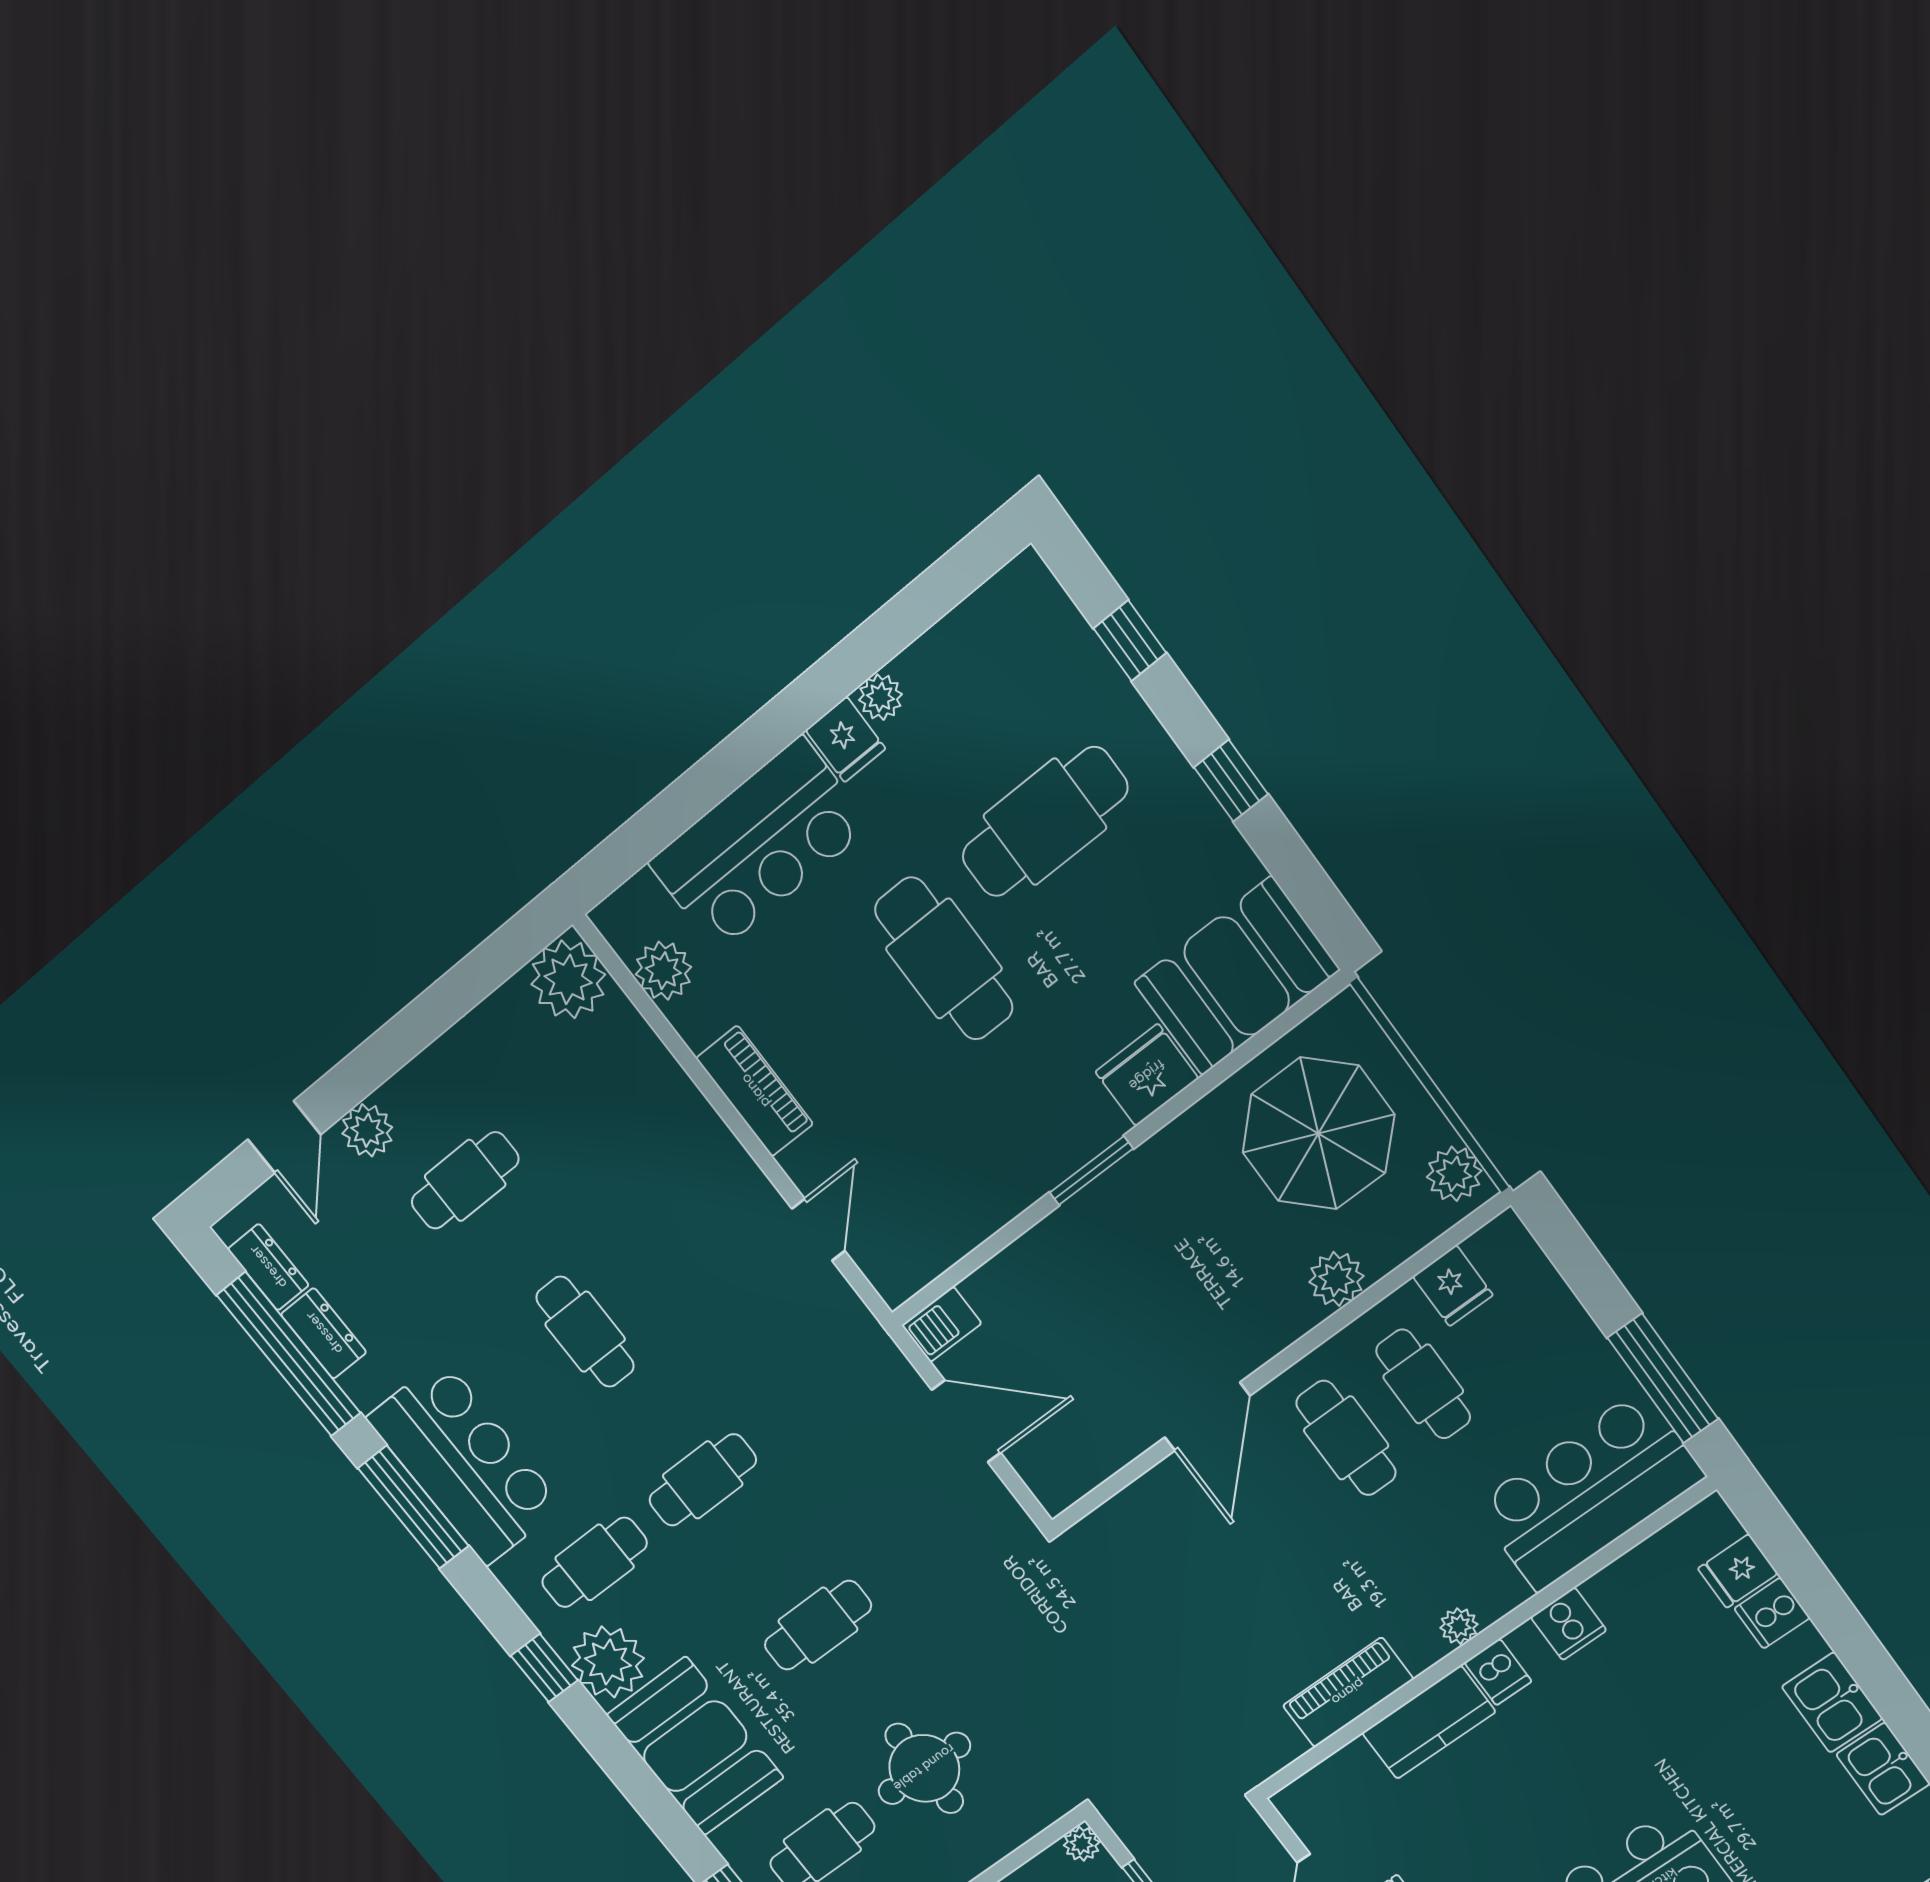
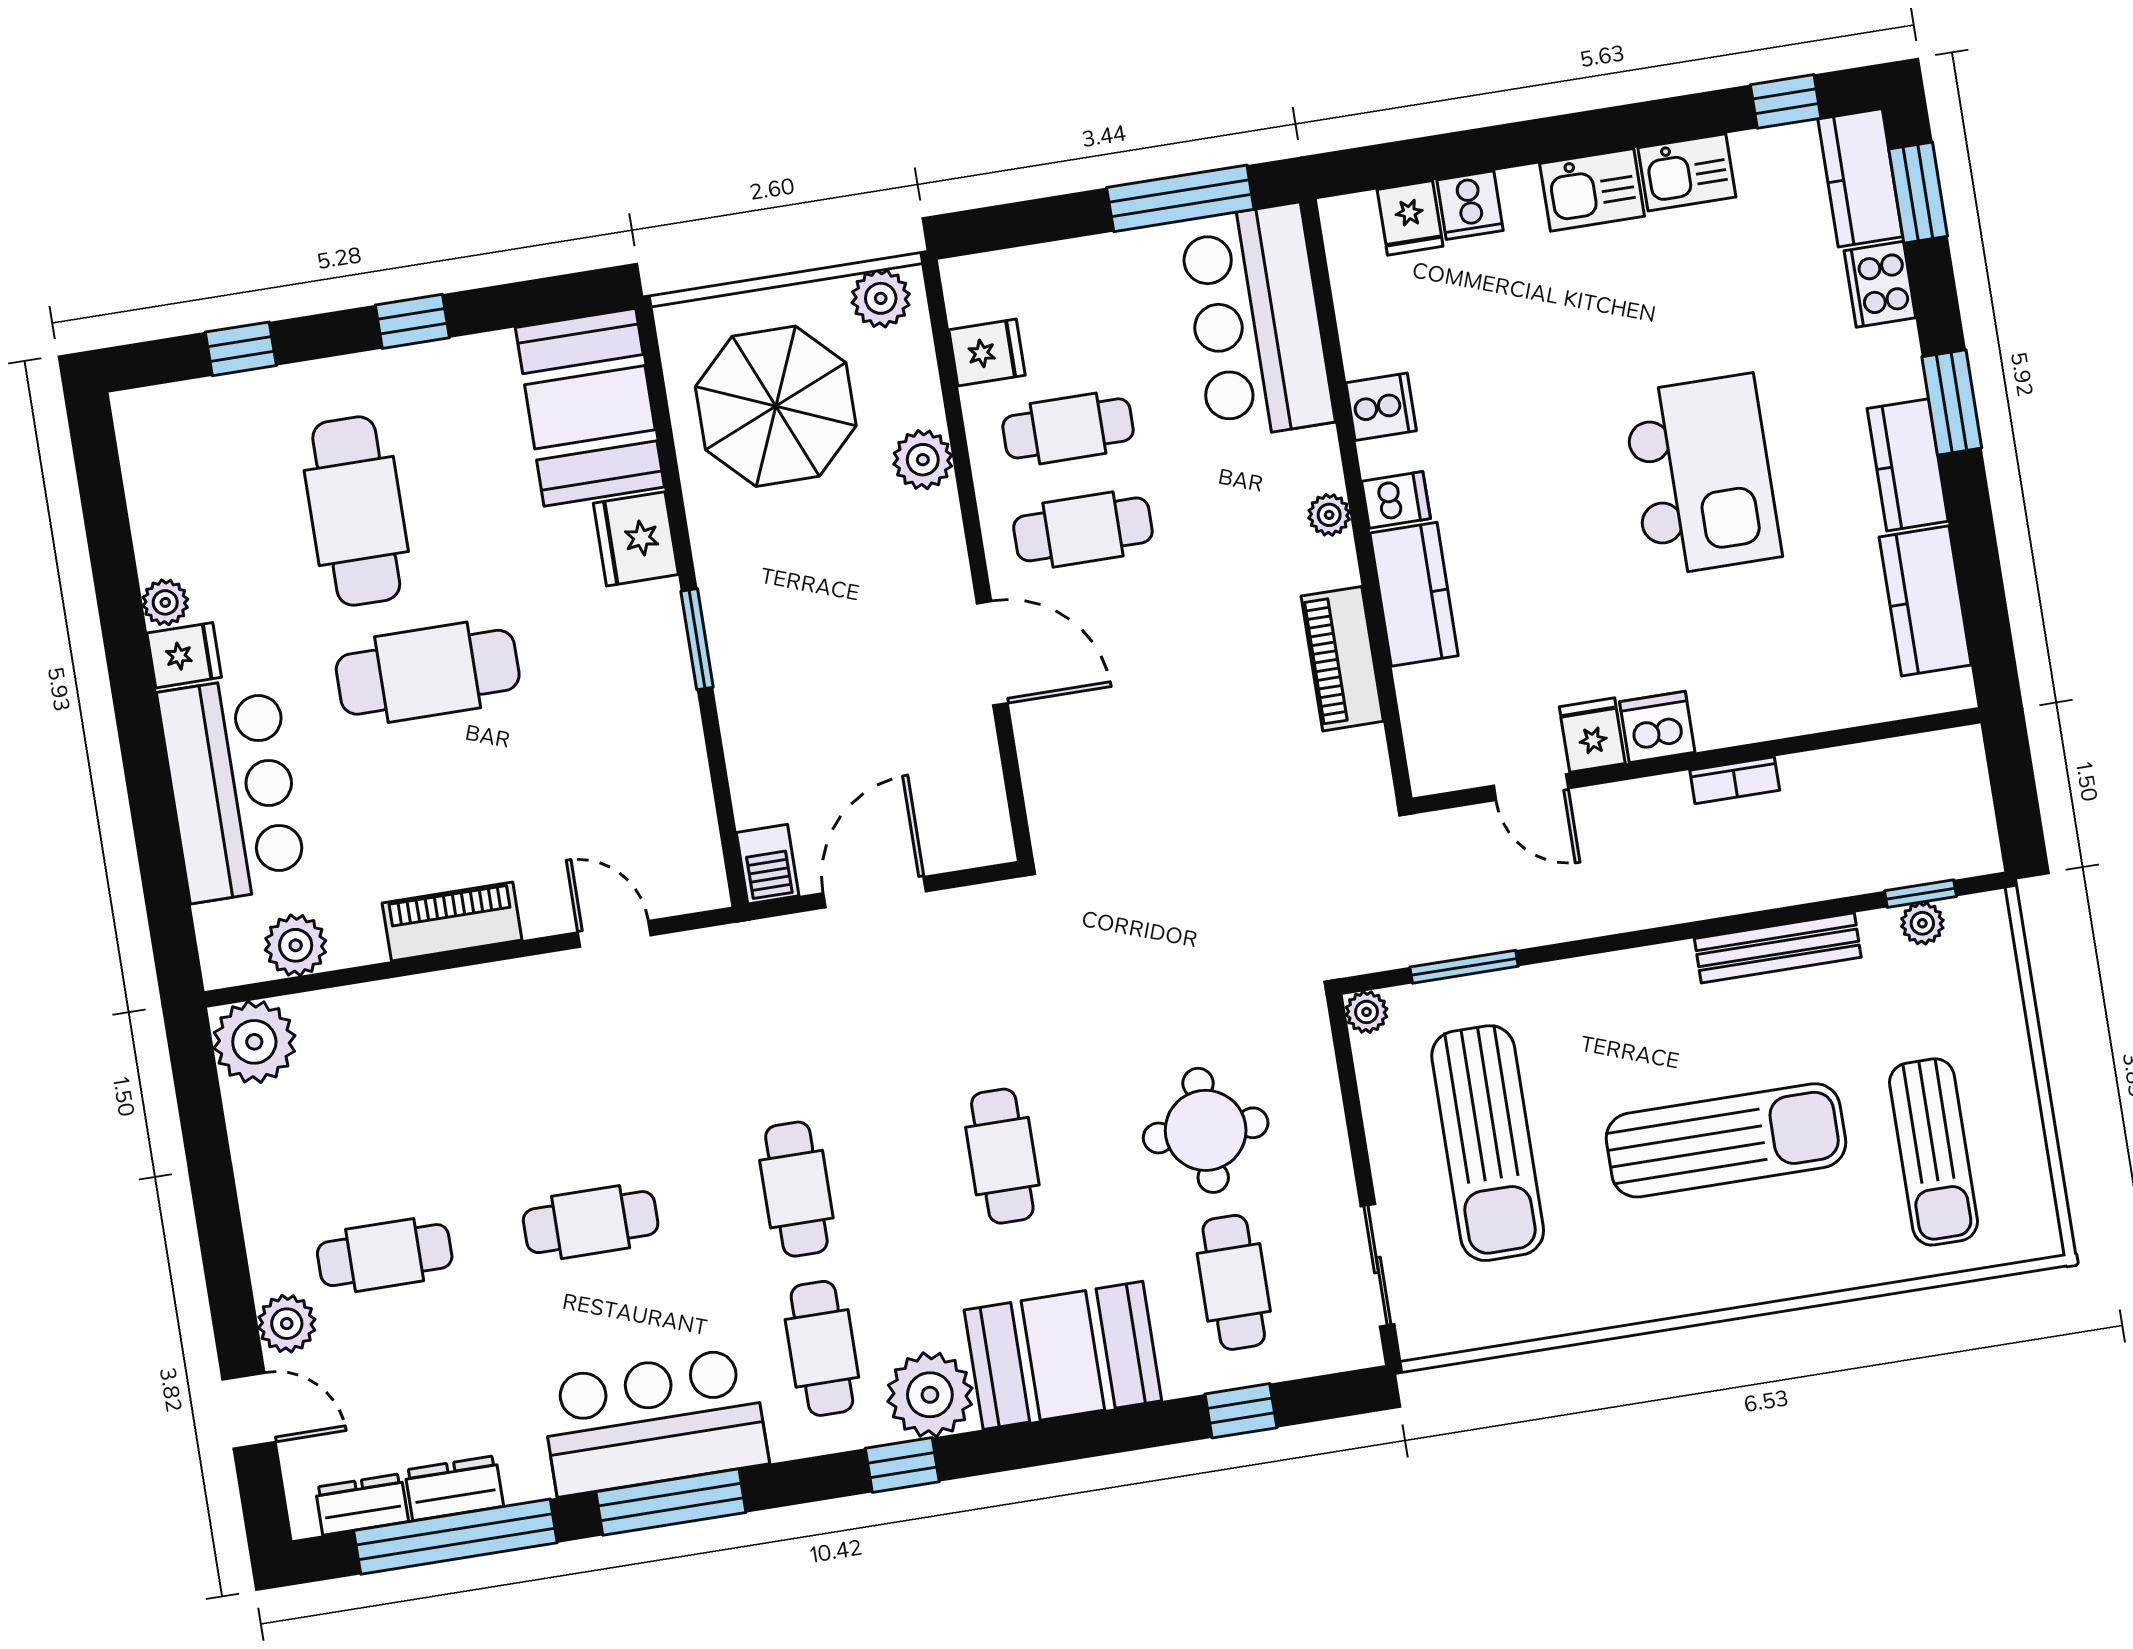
cafe table: (465, 1180) -> (385, 1255), turned 90

